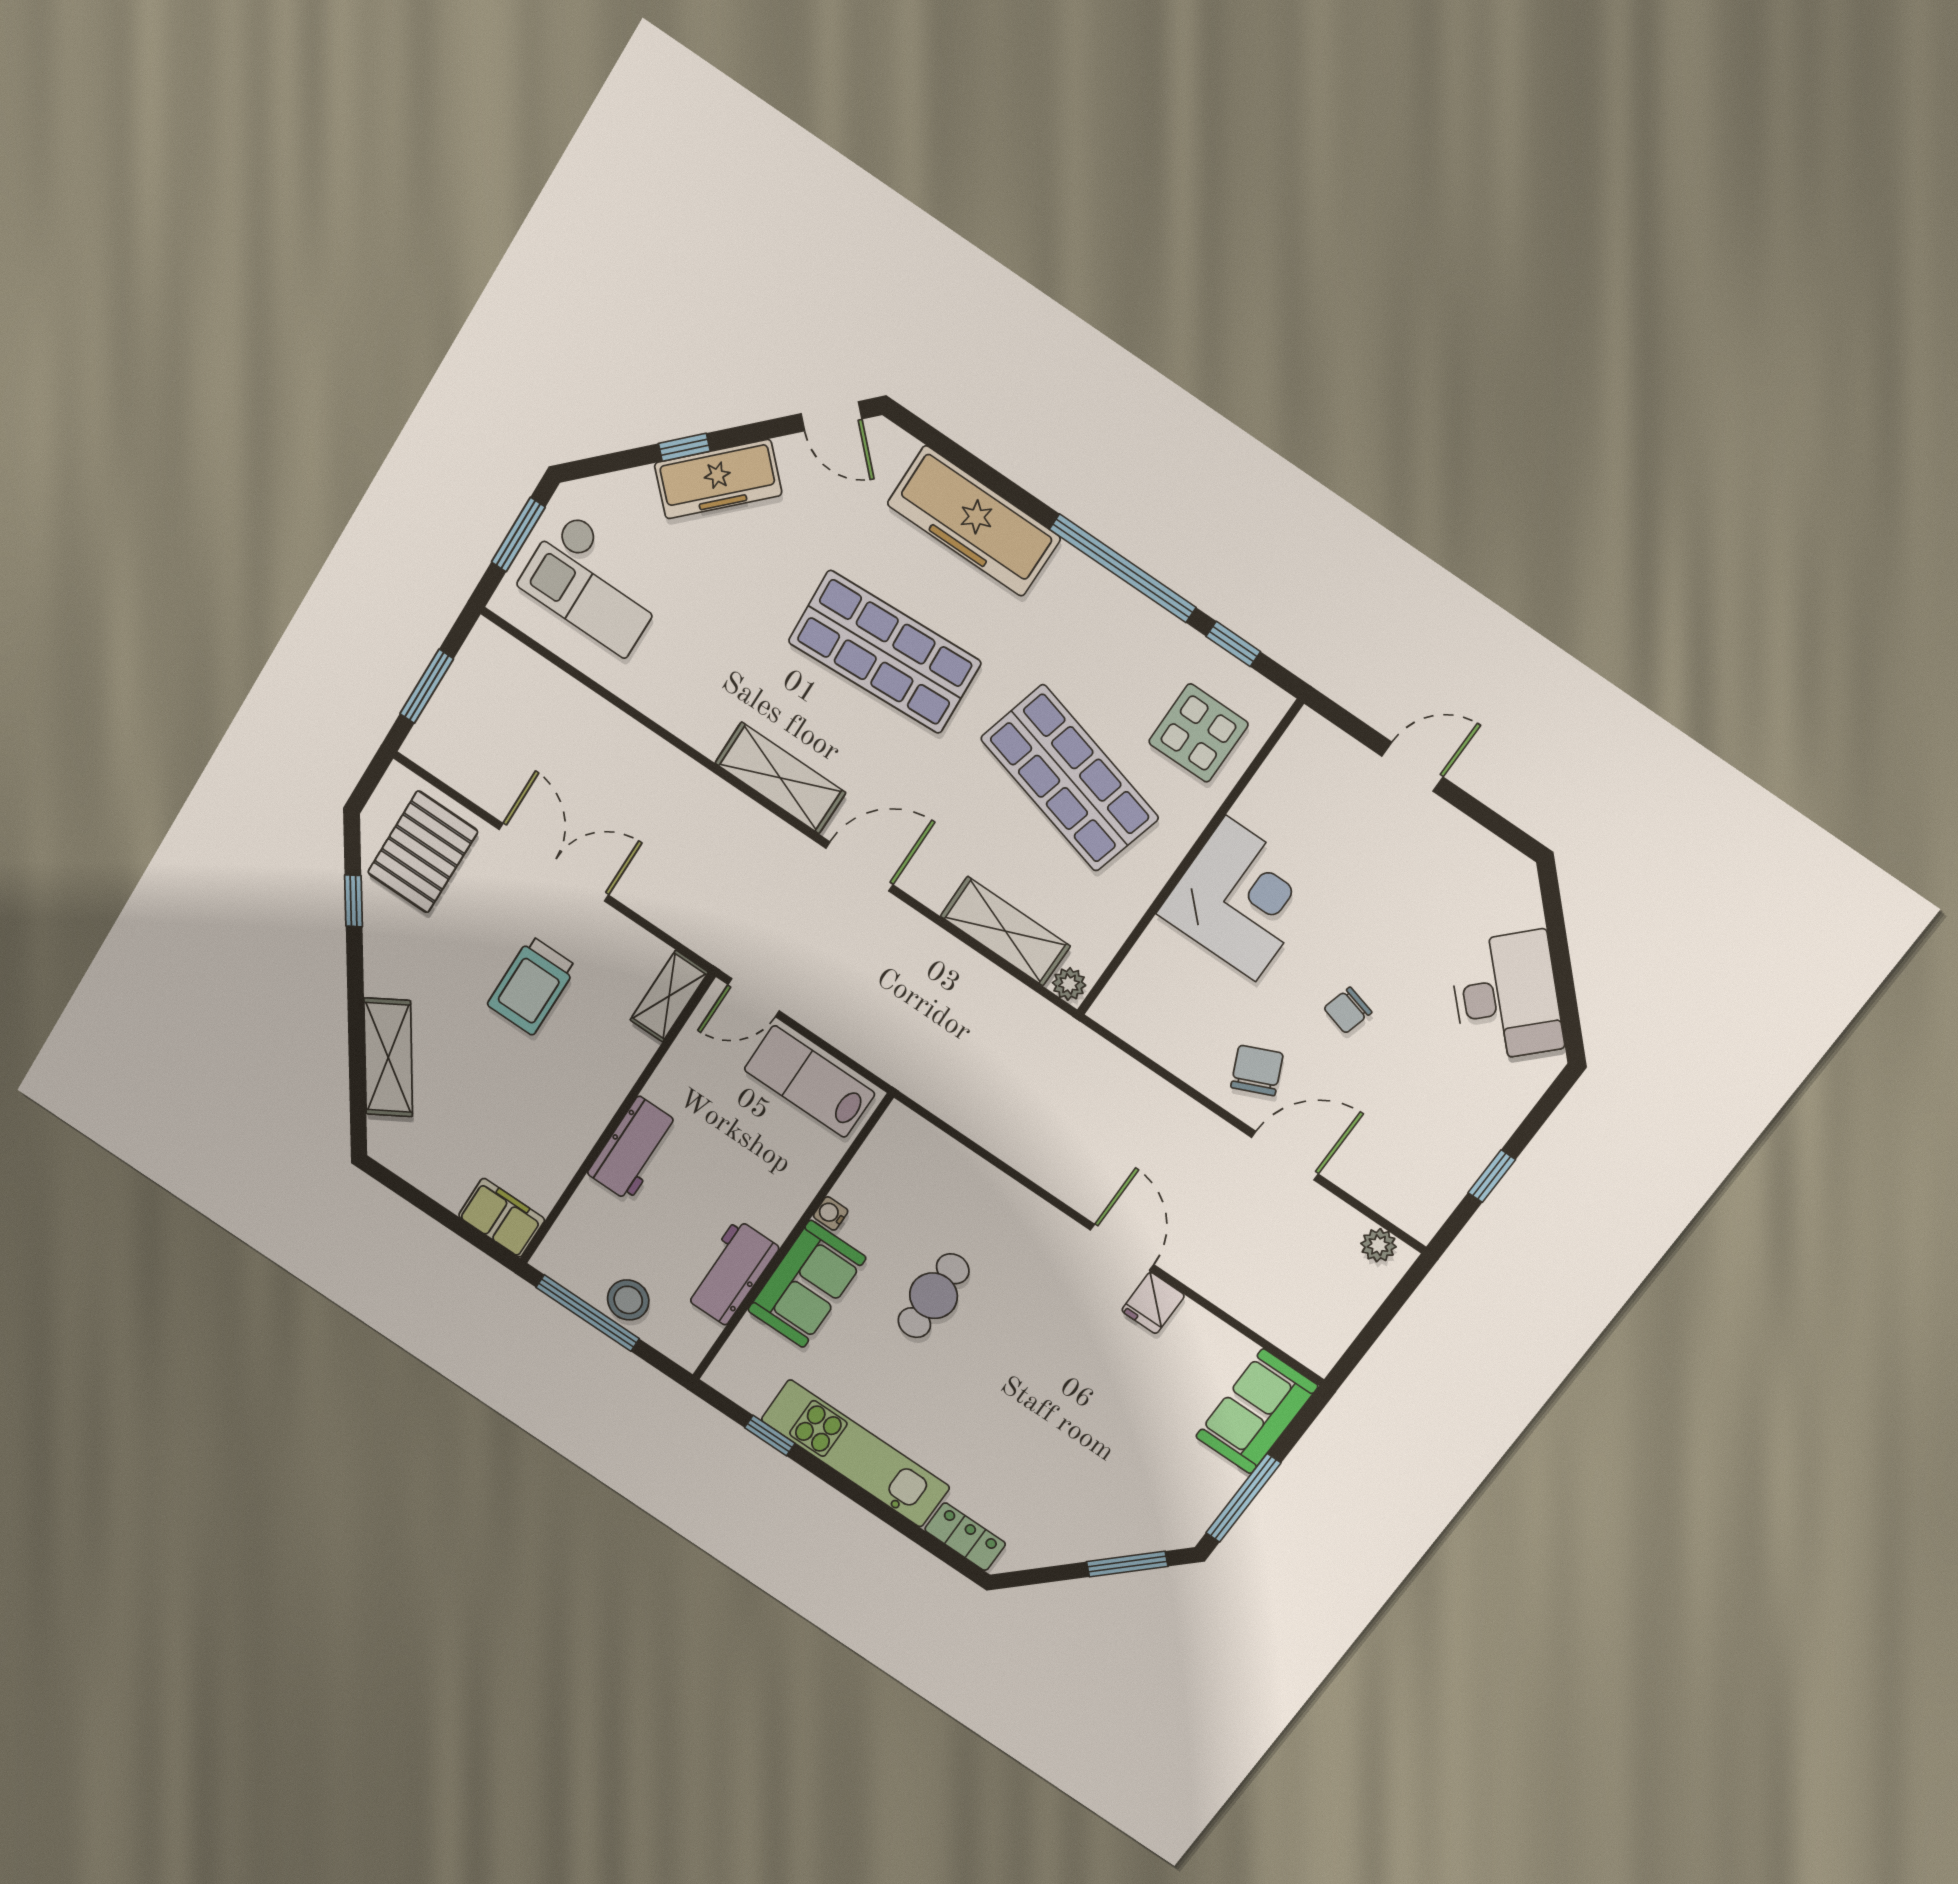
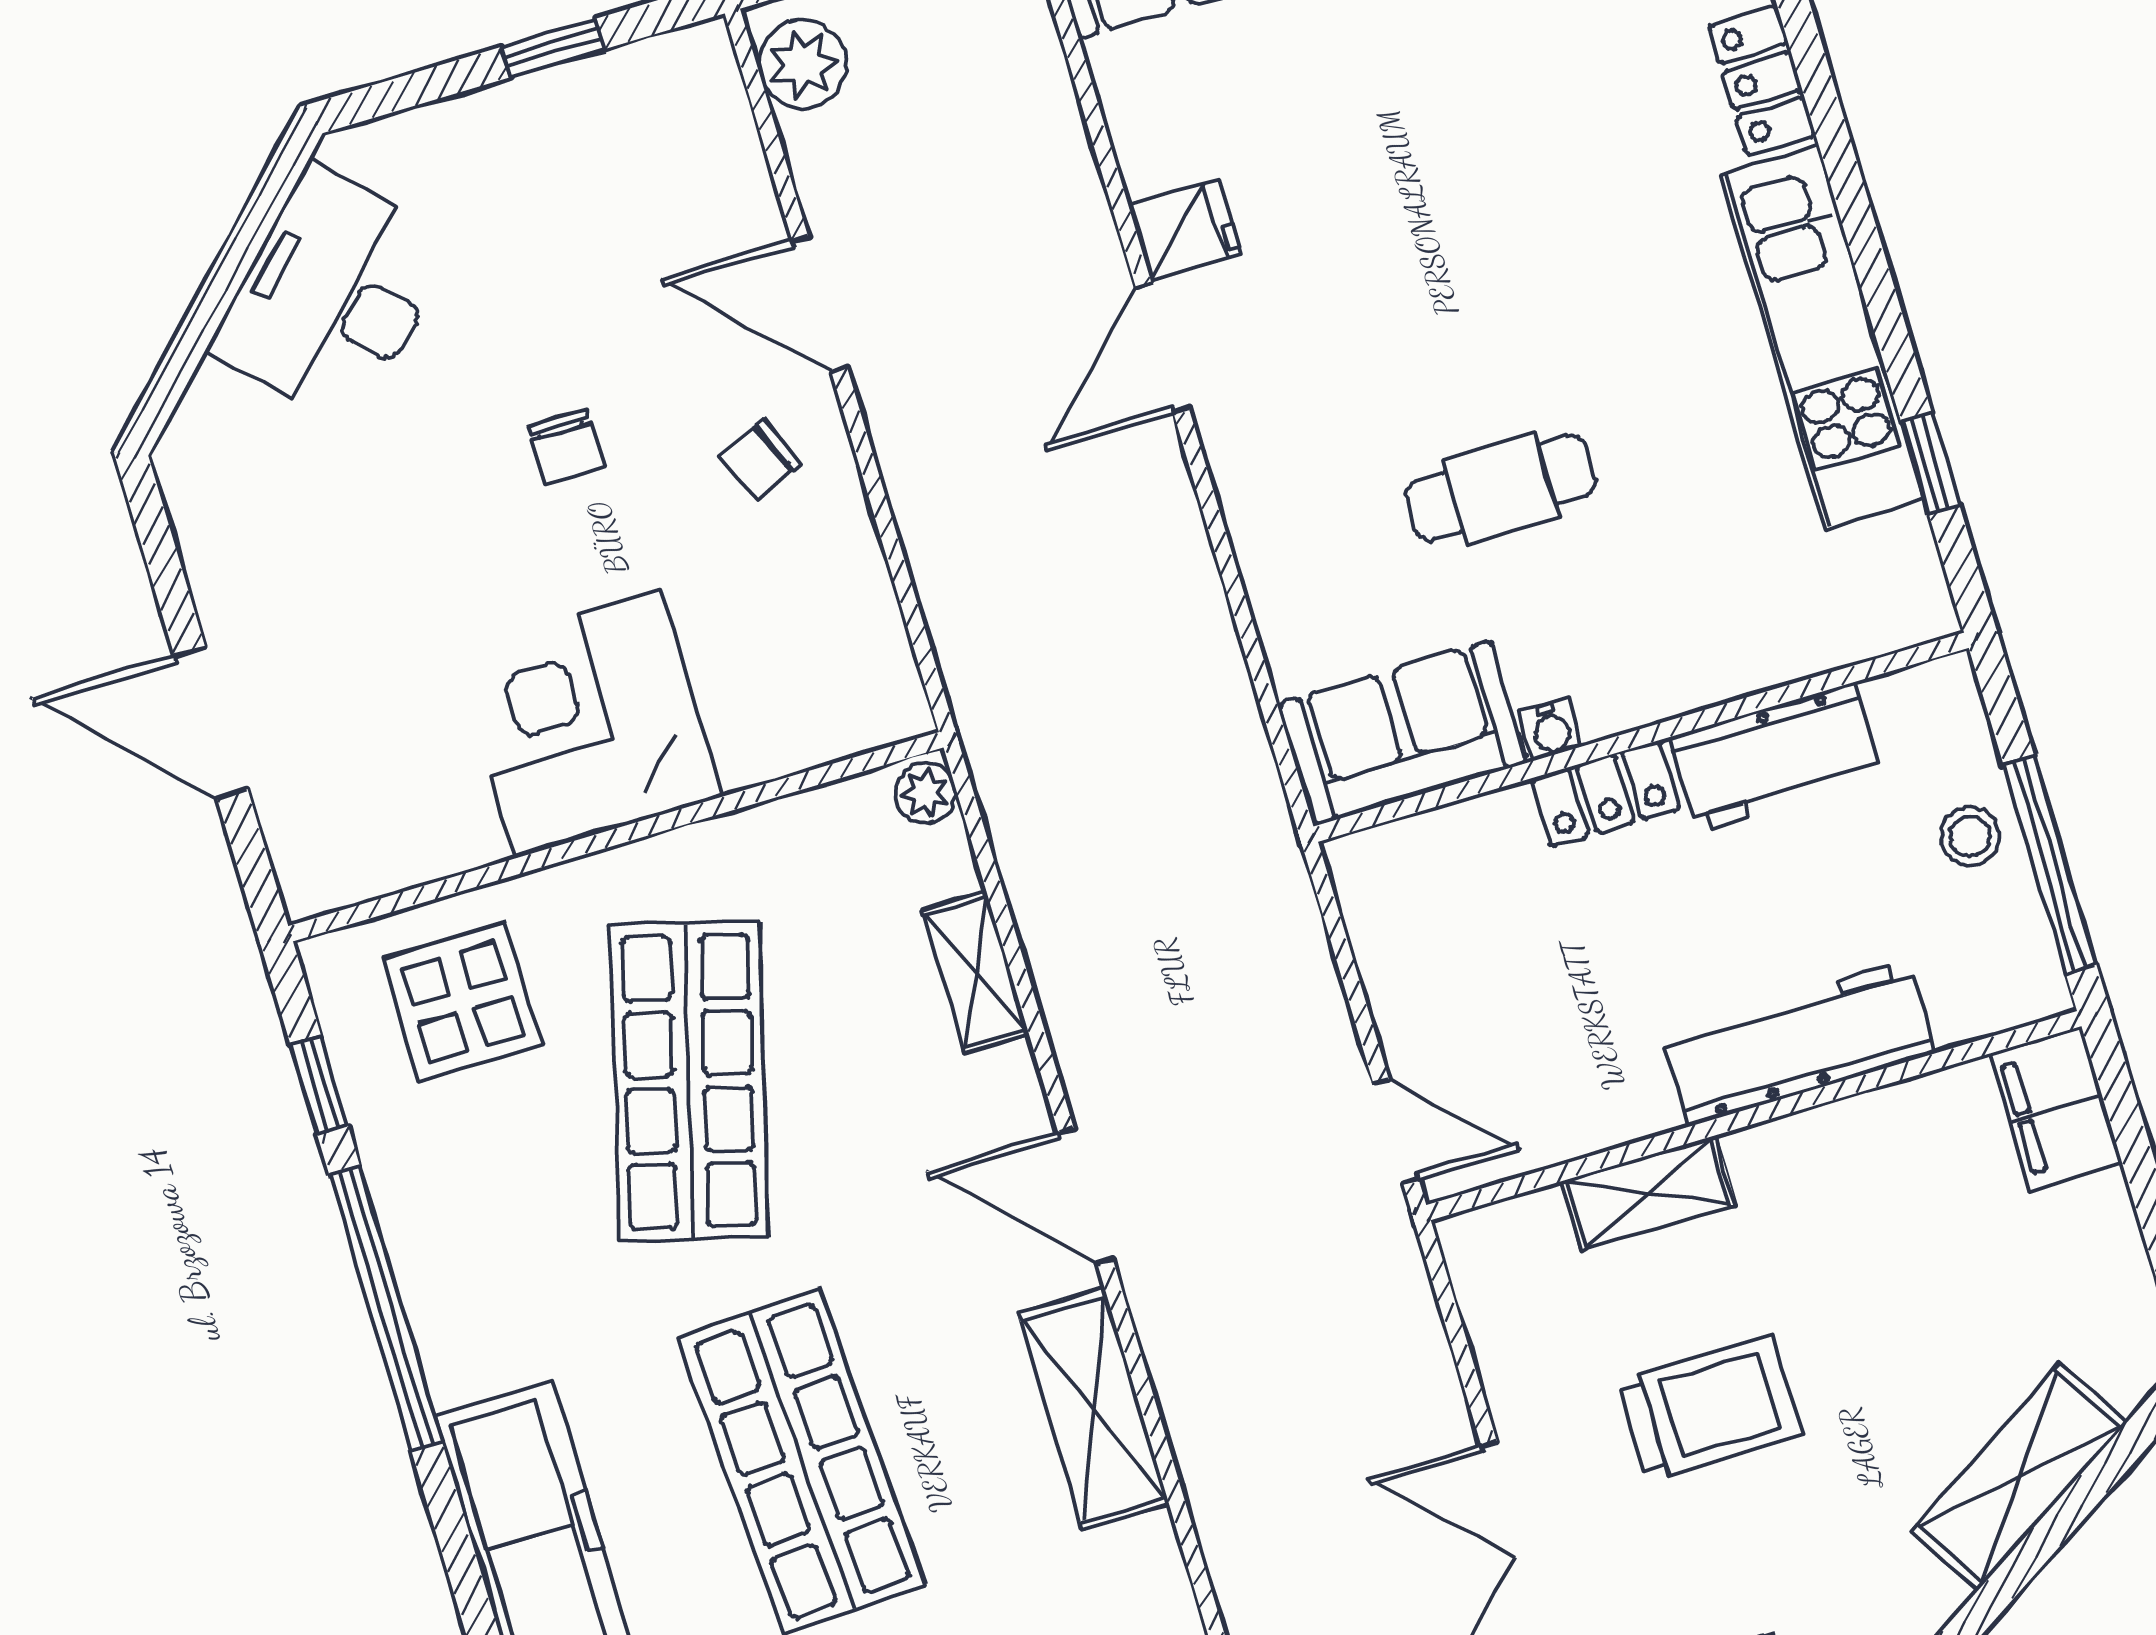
door: (1412, 767) -> (211, 722), width x1.38
shelving: (1005, 931) -> (976, 972), width x0.67, depth x0.75
shelving: (669, 996) -> (1648, 1193), moved
chair: (1348, 1010) -> (565, 448), turned 75
chair: (1257, 1070) -> (761, 460), width x0.73, depth x0.73
lab bench: (809, 1082) -> (1417, 947), removed
workbench: (634, 1149) -> (1798, 1044), width x1.38
locker: (787, 1204) -> (1605, 794), added
plant: (1378, 1245) -> (802, 64), width x1.38, depth x1.38
sofa: (807, 1284) -> (1403, 733), moved
stool: (628, 1300) -> (1970, 836), width x0.73, depth x0.73

